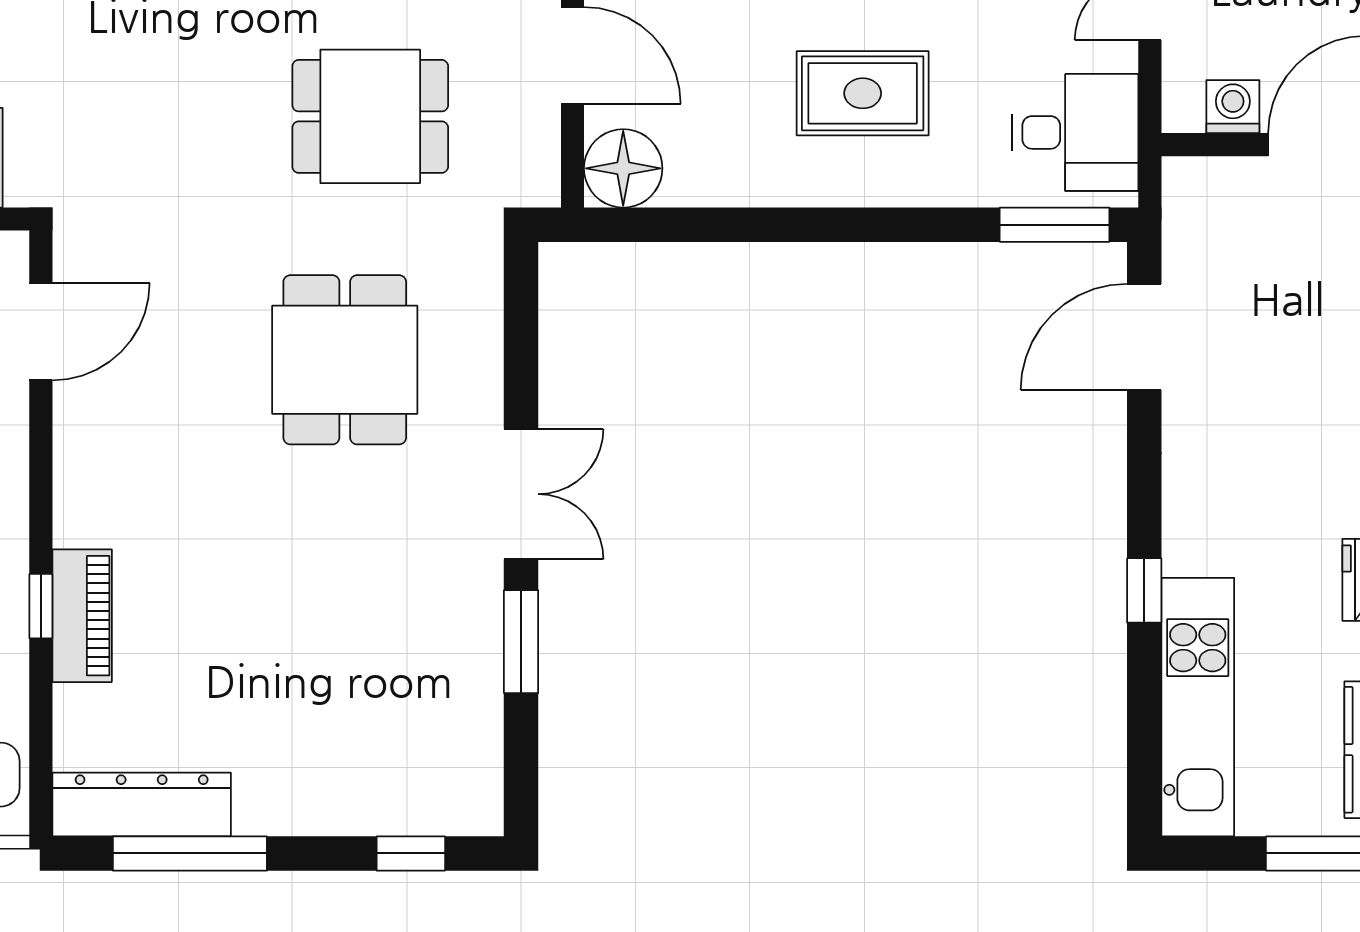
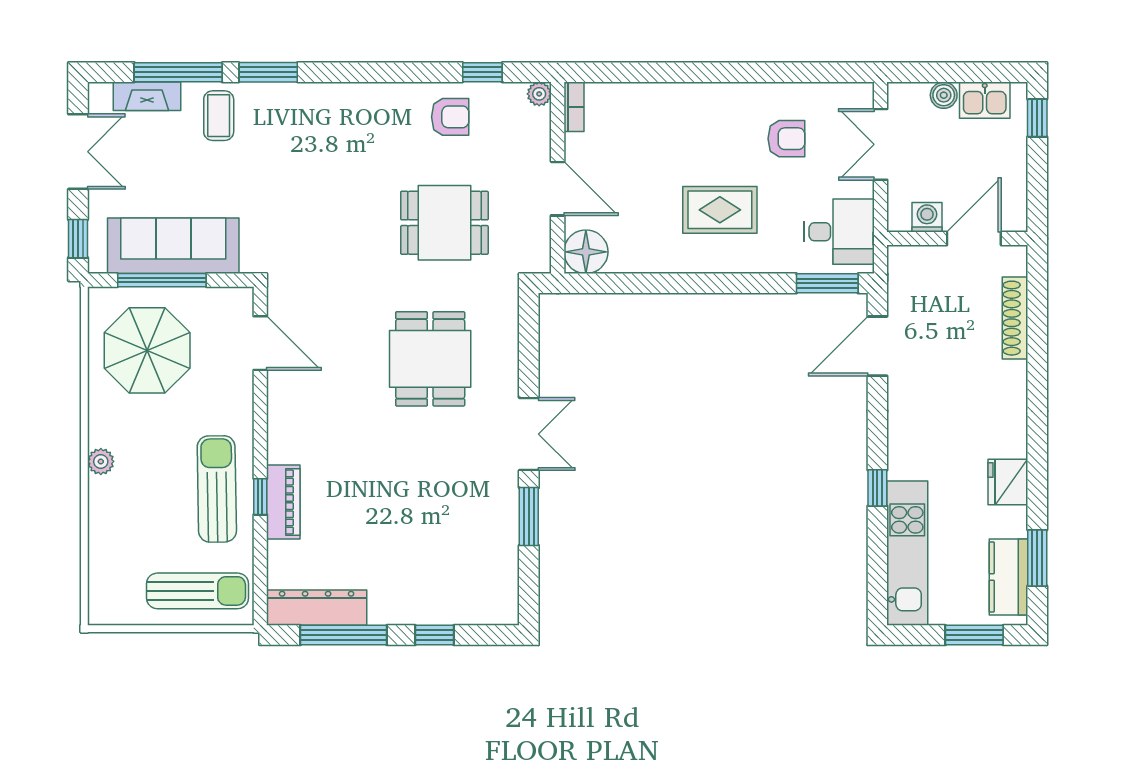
door: (41, 332) -> (260, 343), hinge flipped
window: (411, 853) -> (435, 635), moved

